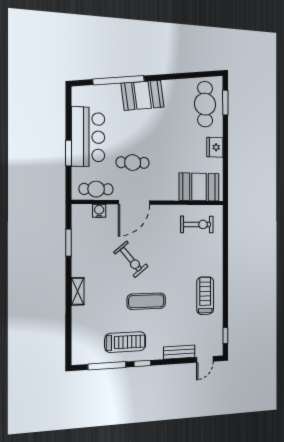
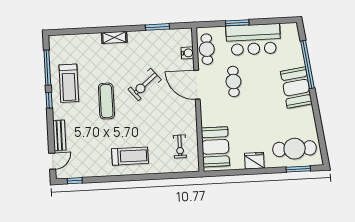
exercise bike: (197, 224) -> (180, 147), width x0.73, depth x0.72
treadmill: (205, 296) -> (130, 156), moved
door: (205, 359) -> (52, 161), swing flipped

